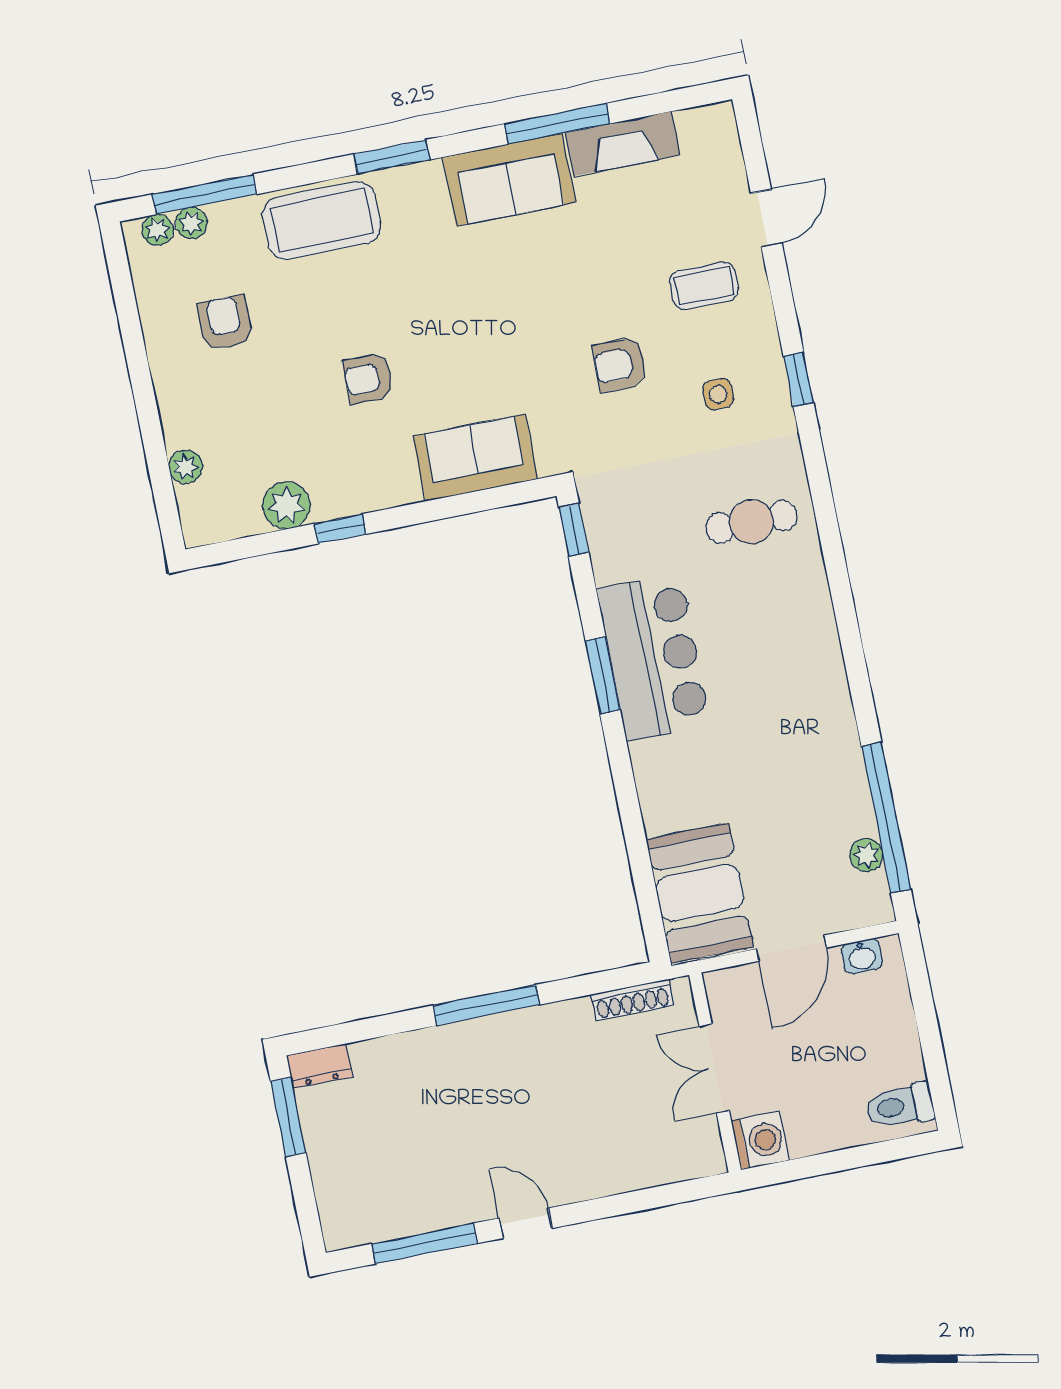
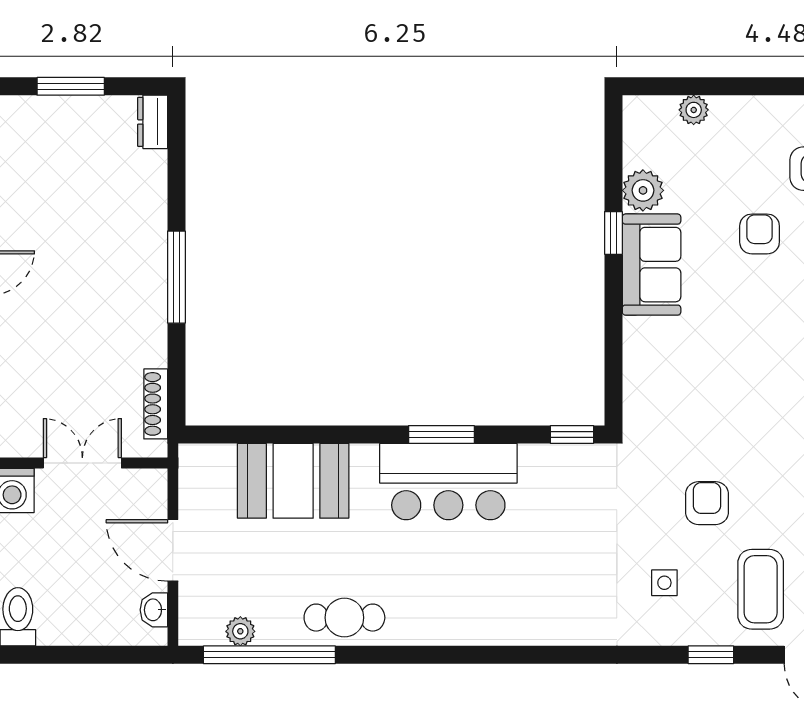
coffee table: (704, 286) -> (761, 589), width x1.36, depth x1.30
armchair: (368, 378) -> (760, 234), moved
window: (798, 379) -> (711, 655), moved
sofa: (475, 458) -> (652, 265), moved
cafe table: (751, 522) -> (344, 618), moved, turned 90
booth: (700, 893) -> (293, 481), moved
window: (288, 1117) -> (71, 86), moved

